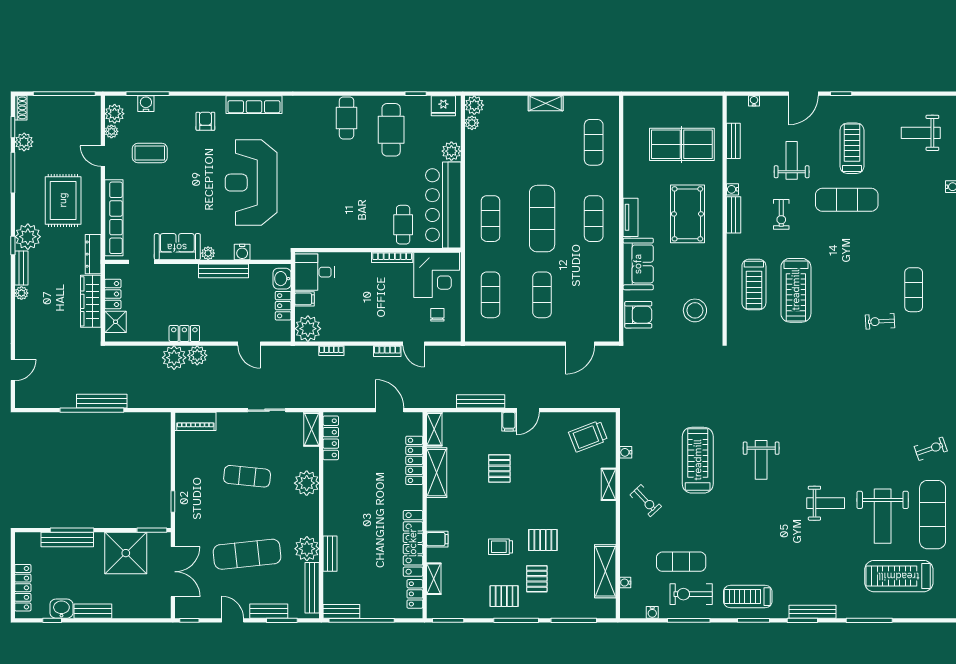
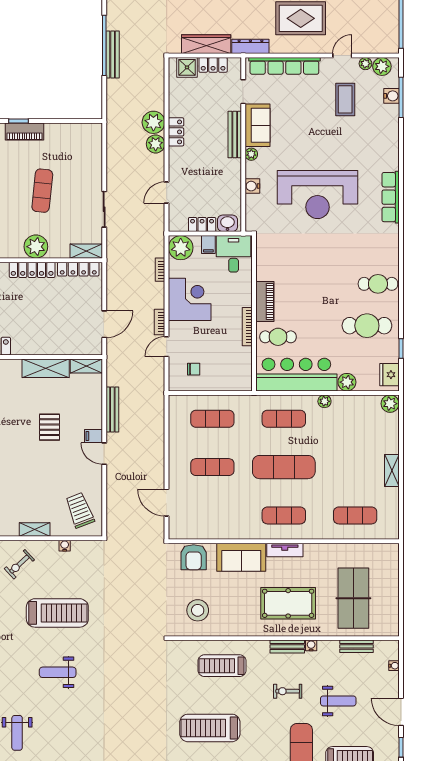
armchair: (205, 121) -> (375, 152), removed
plant: (472, 123) -> (324, 401), moved
reception desk: (251, 183) -> (317, 194), turned 180
piano: (365, 239) -> (265, 301), added
bench: (223, 271) -> (235, 135), moved
corner desk: (437, 275) -> (190, 299), moved, turned 180
treadmill: (796, 290) -> (210, 728), moved
piano: (195, 421) -> (24, 132), moved, turned -90
locker: (414, 460) -> (32, 270), moved, turned 180
pallet: (499, 468) -> (50, 427), turned 90

